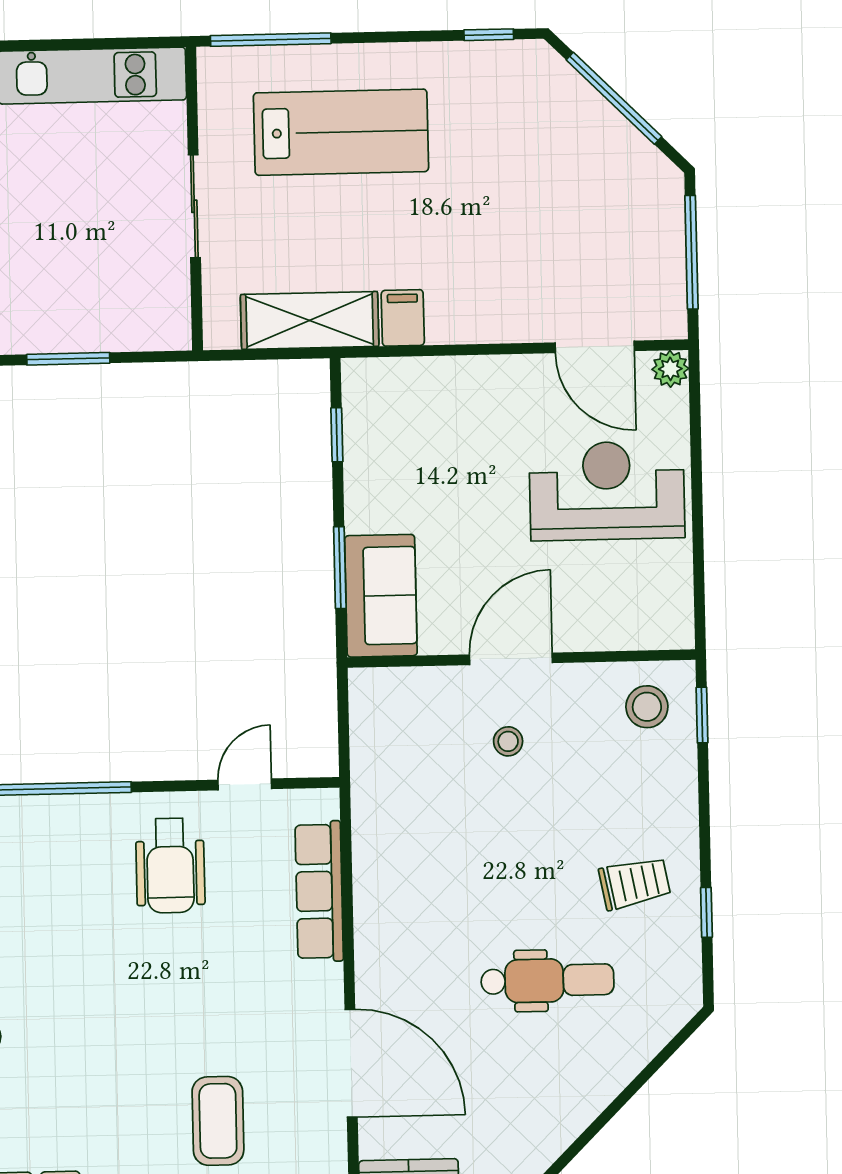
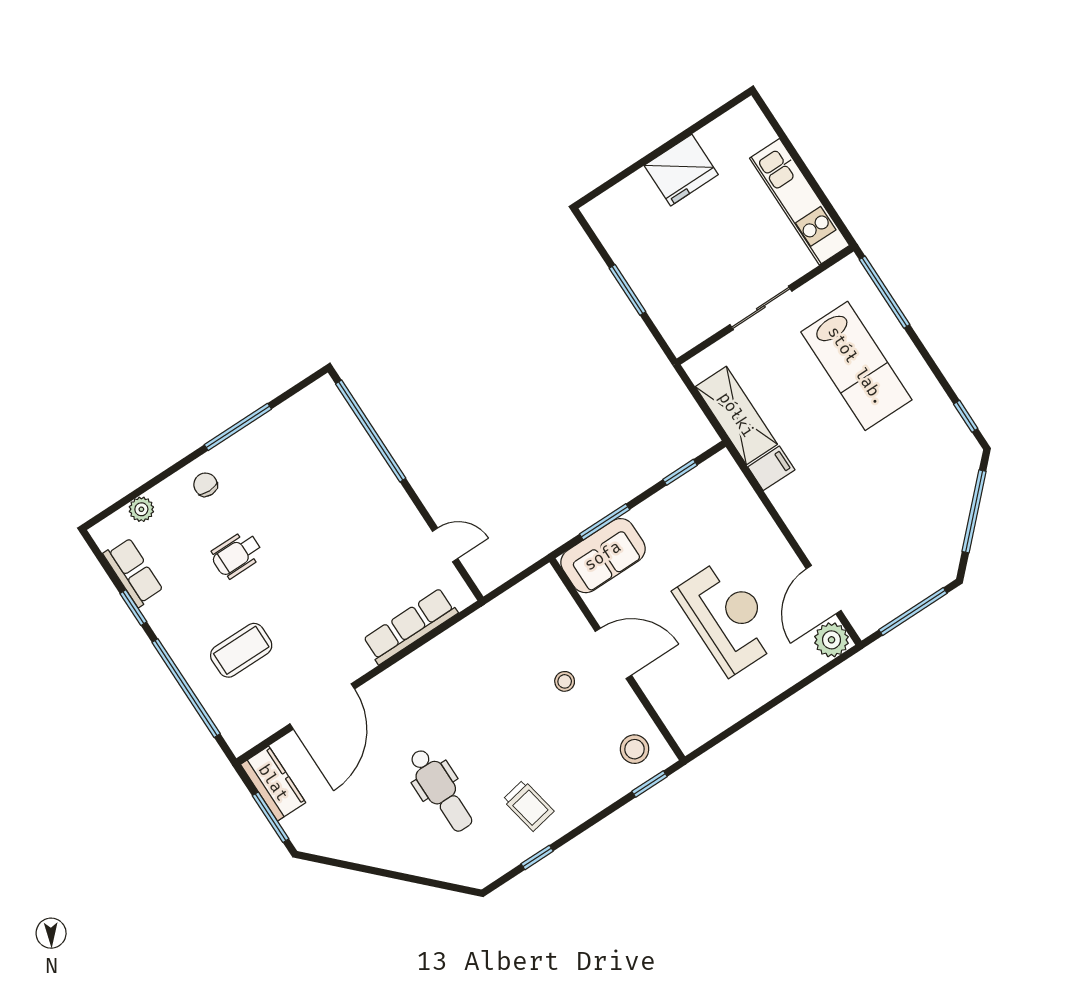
plant: (670, 369) -> (832, 640), width x1.38, depth x1.38
reception desk: (607, 491) -> (727, 617), moved
wheelchair: (170, 865) -> (237, 555), moved, width x0.73, depth x0.73

